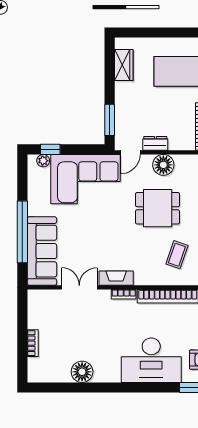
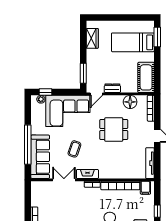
floor lamp: (163, 165) -> (130, 102), moved
coffee table: (177, 255) -> (74, 149), moved

